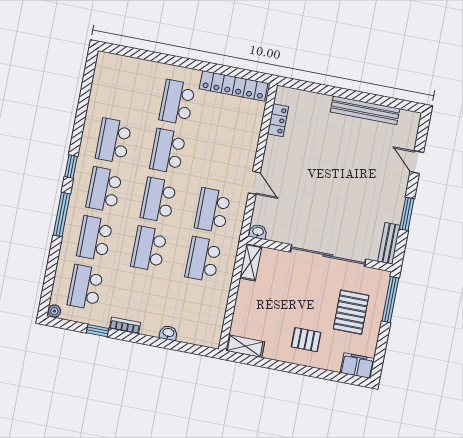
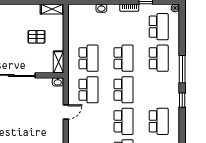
door: (254, 183) -> (66, 112), swing flipped
school desk: (104, 189) -> (159, 90), removed
pallet: (306, 340) -> (36, 37), moved

